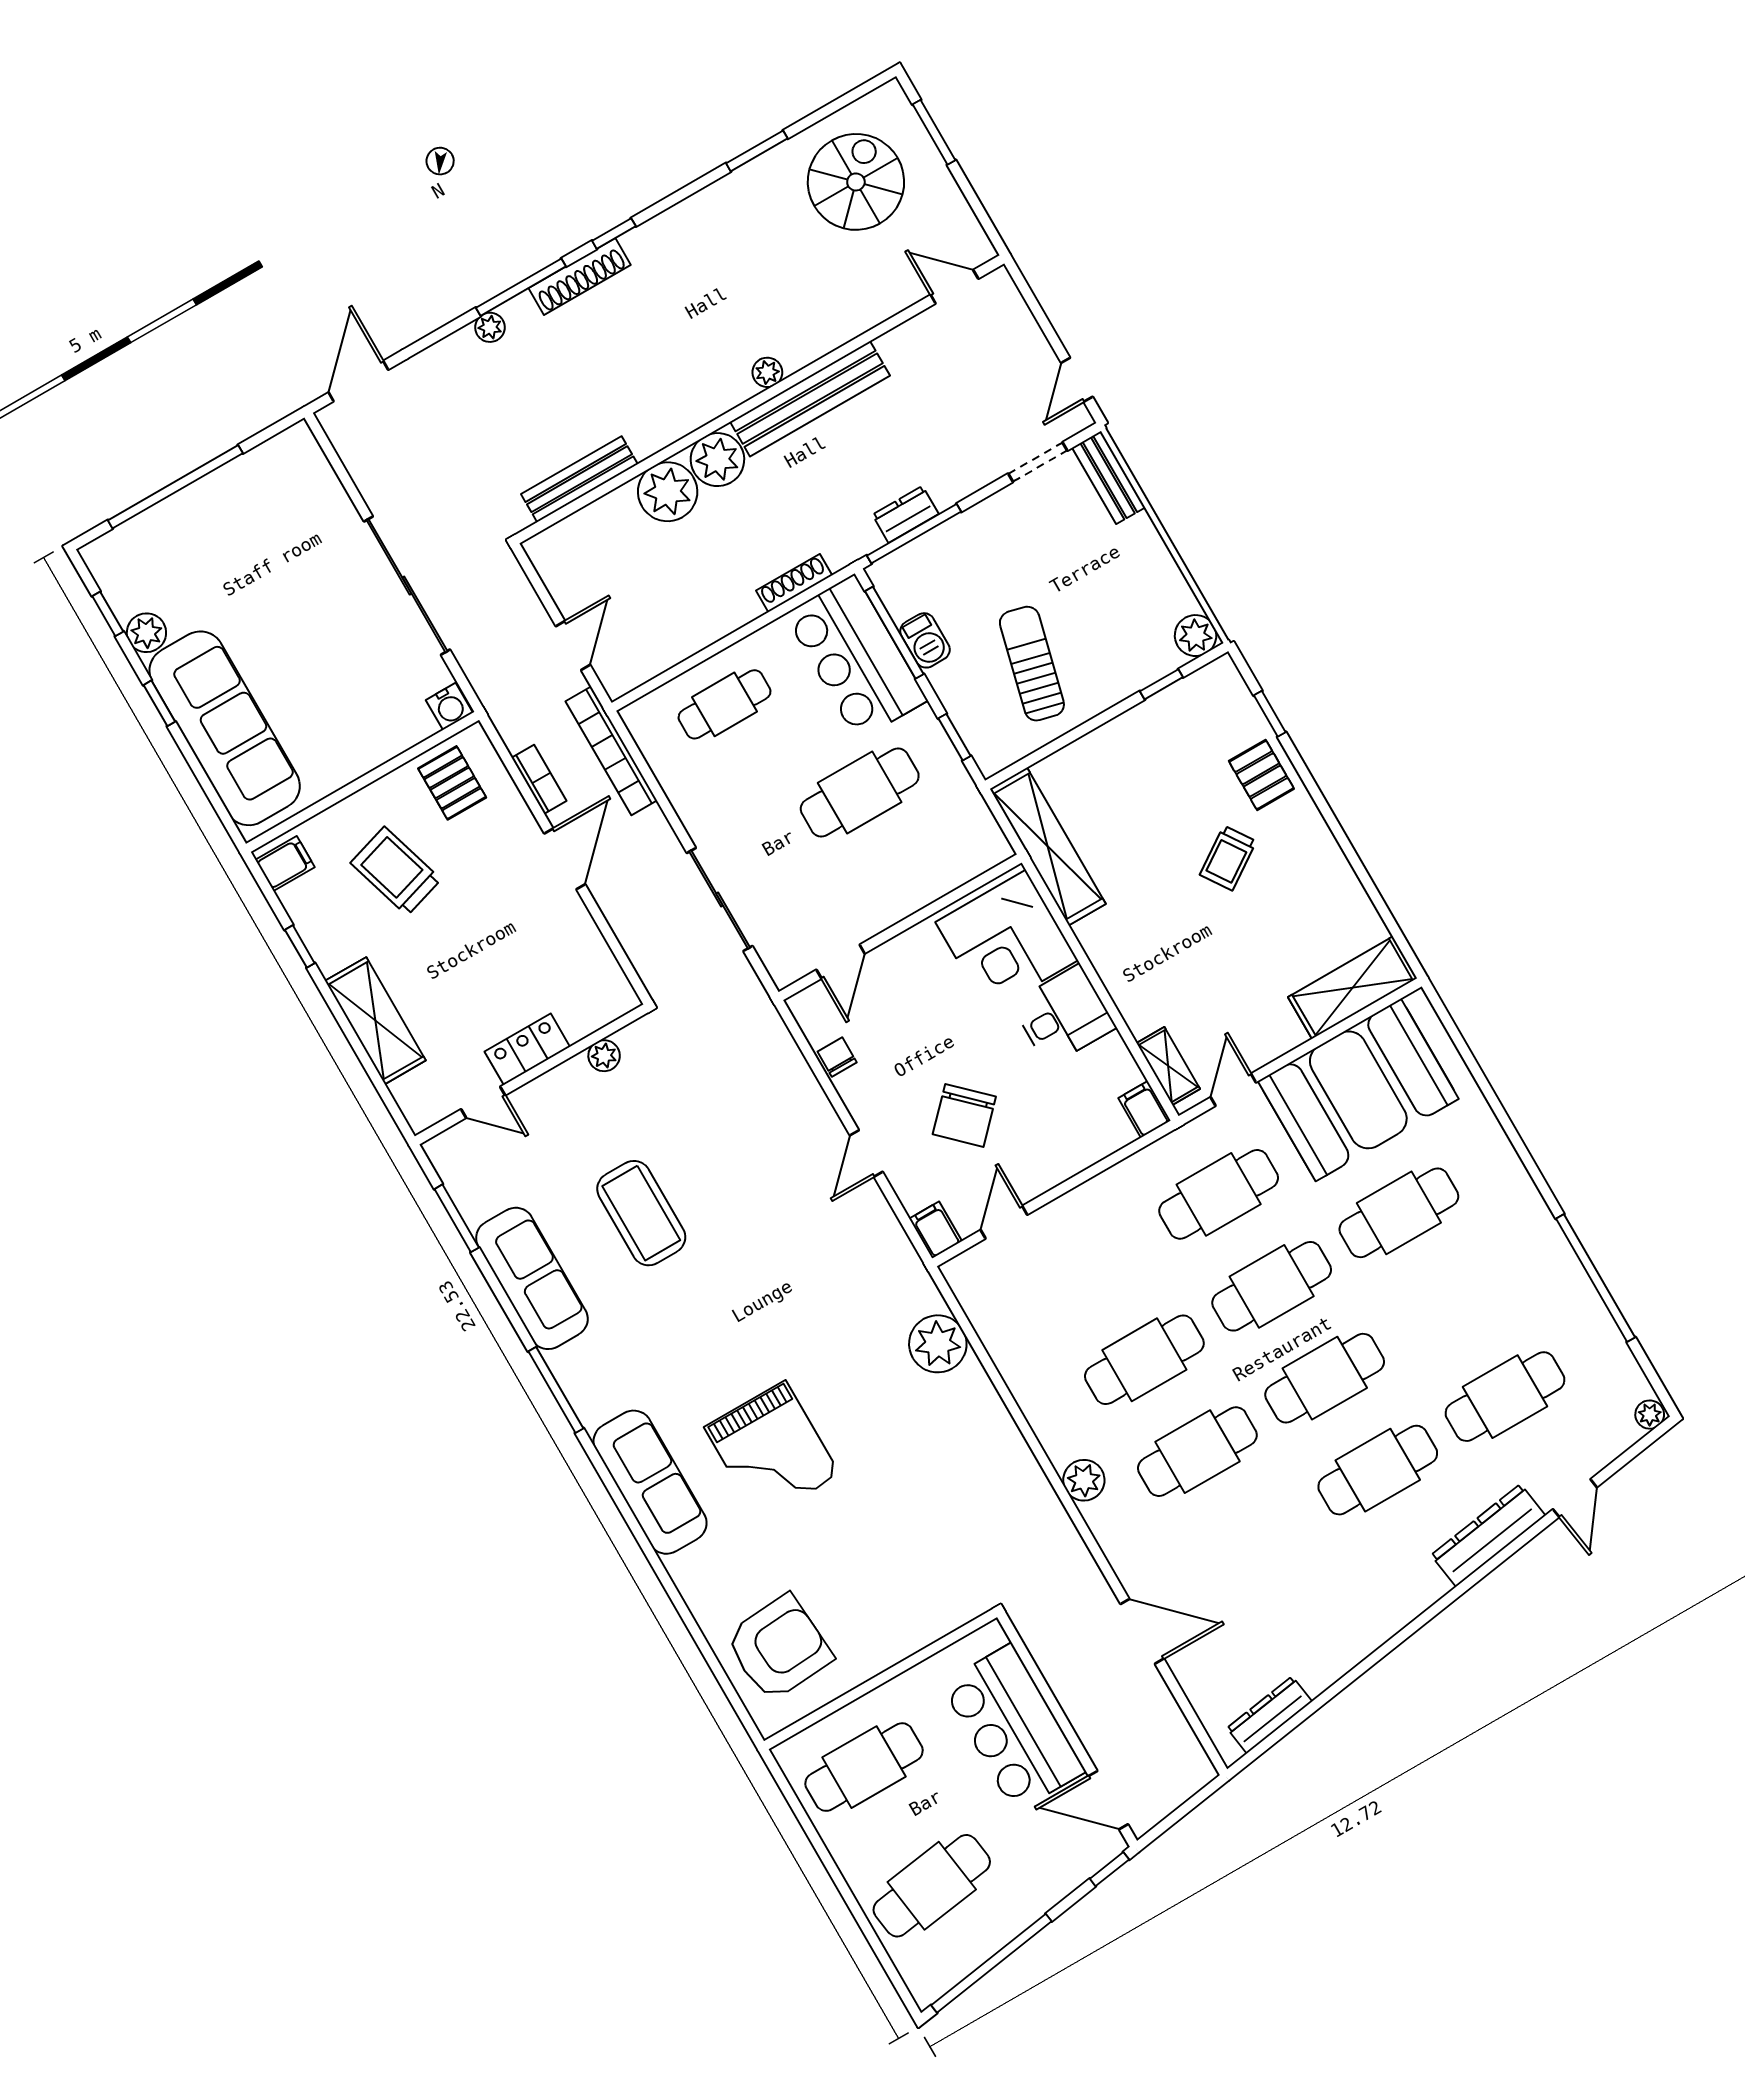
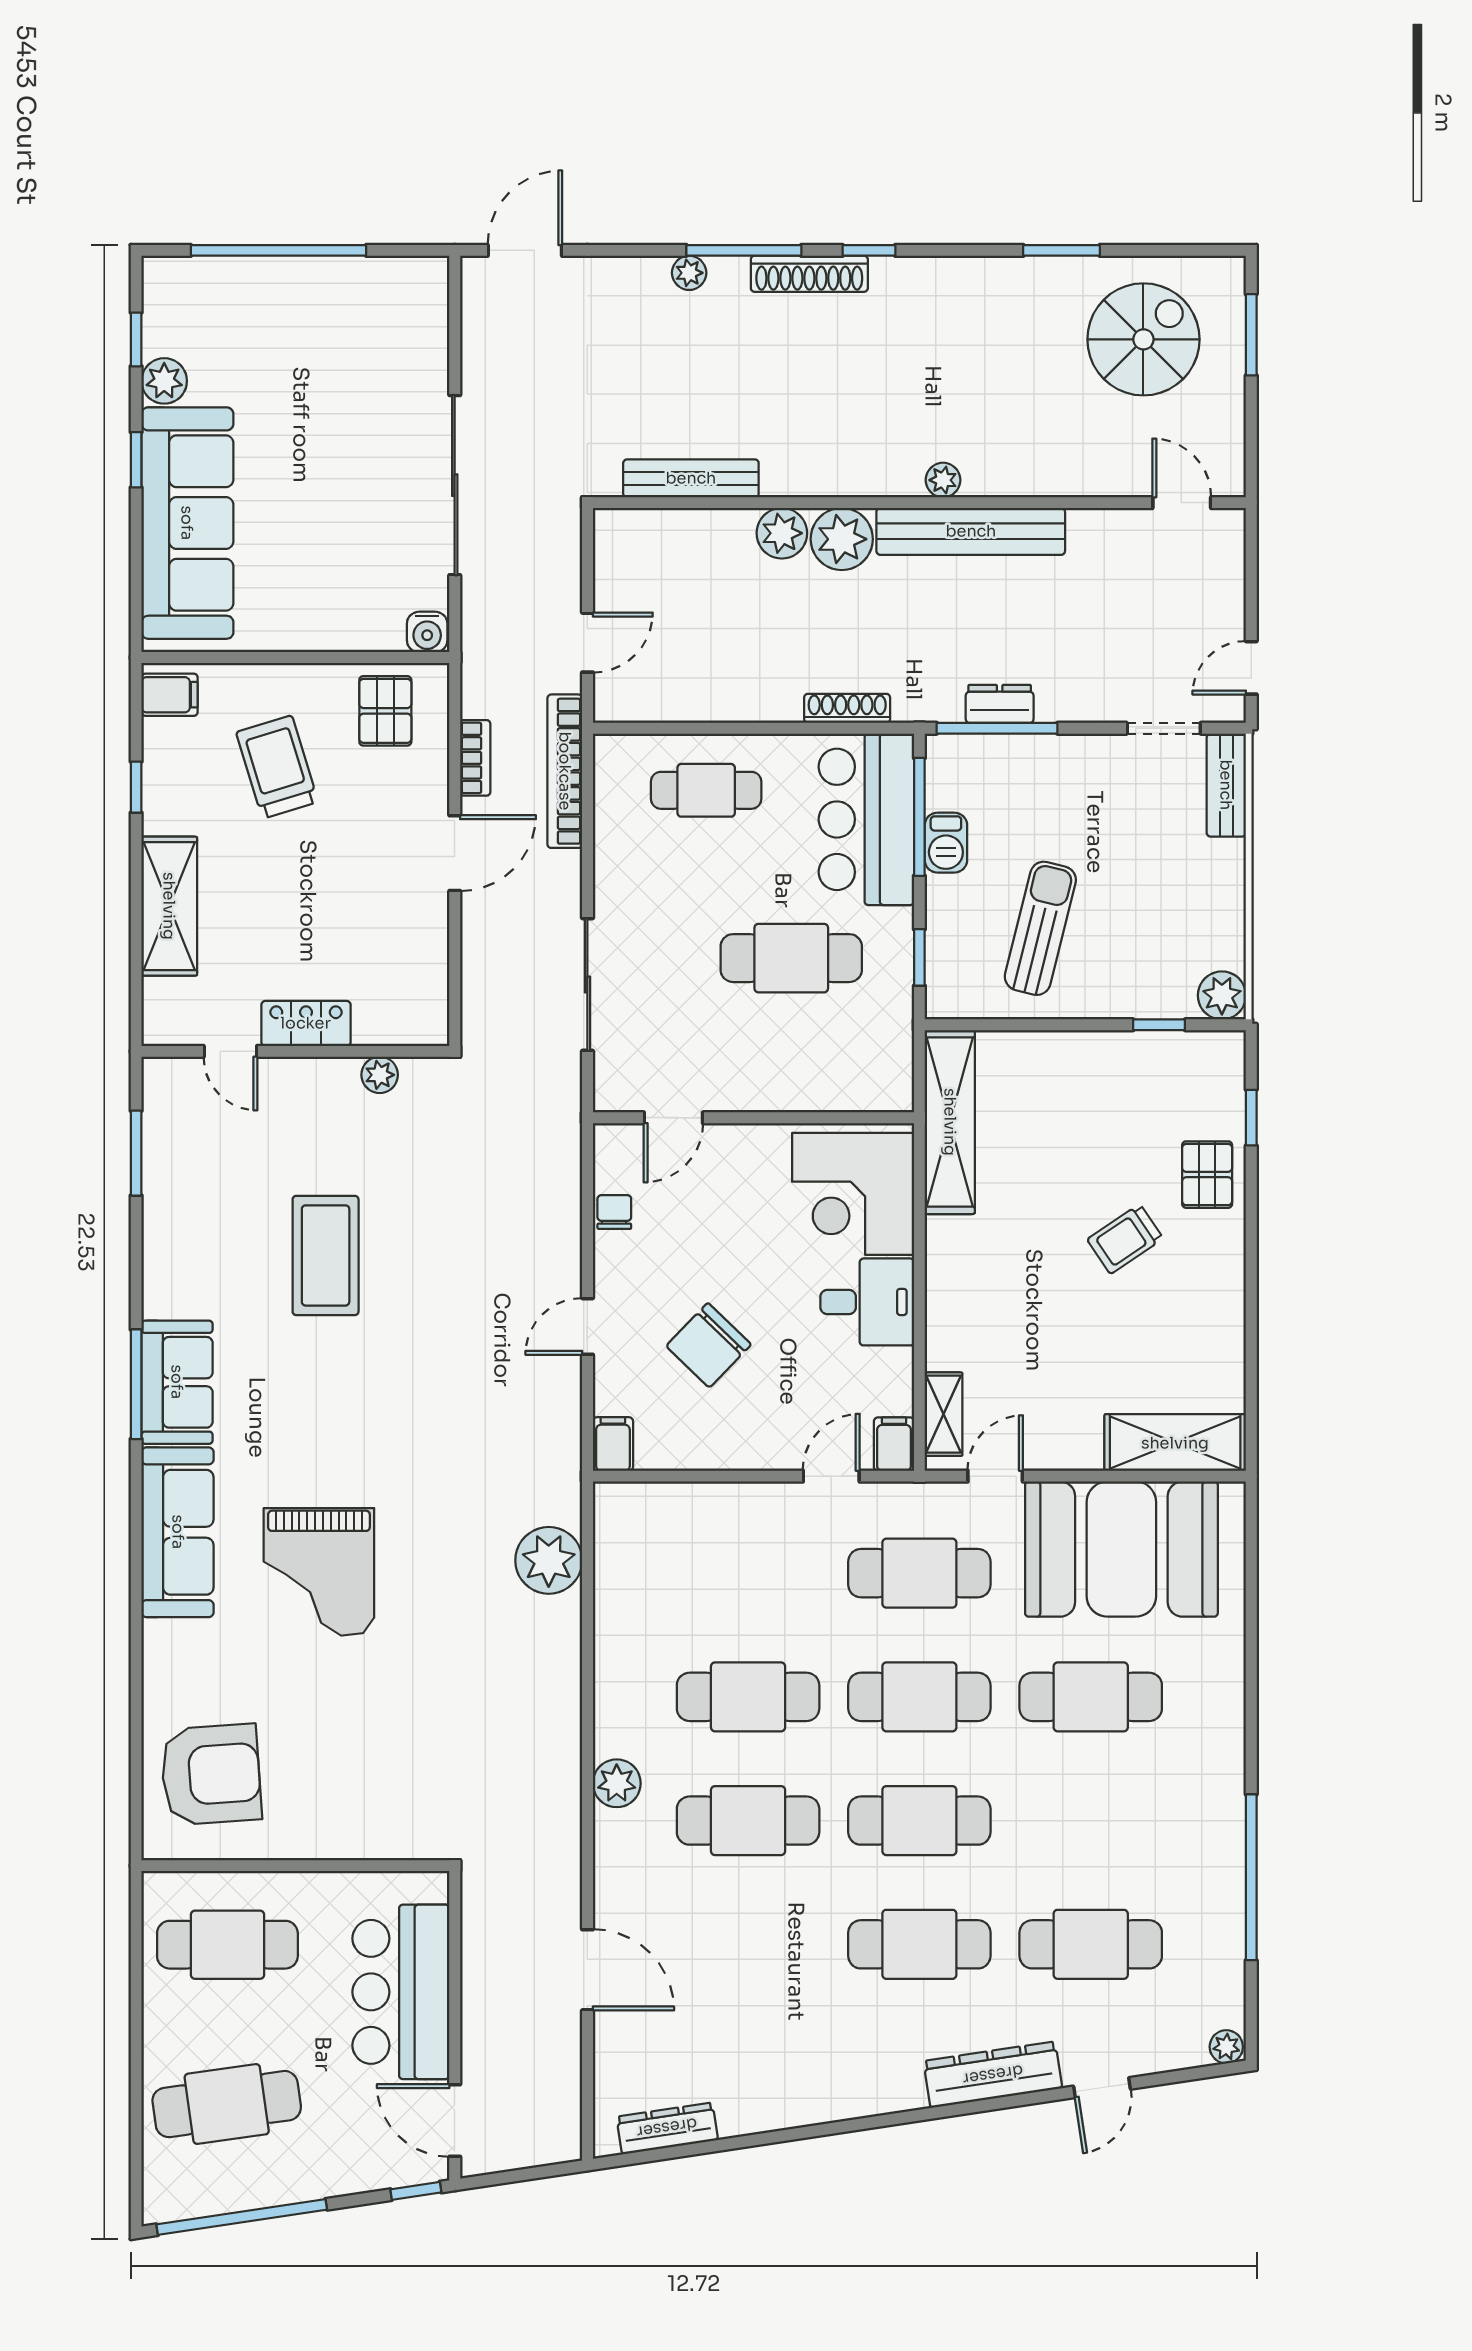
plant: (668, 492) -> (782, 533), width x0.73, depth x0.73
door: (1004, 1222) -> (831, 1476), moved
sofa: (532, 1278) -> (177, 1382), moved, width x0.73

